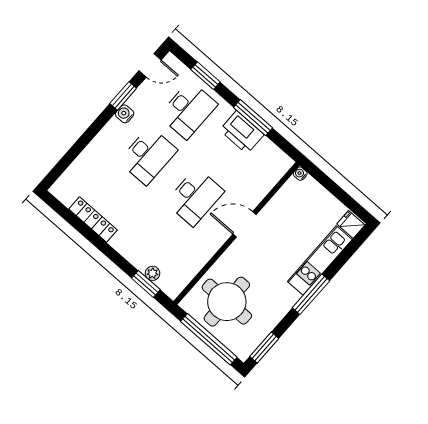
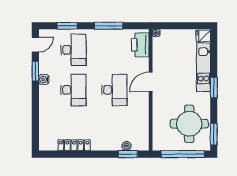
printer: (242, 132) -> (140, 45), moved, turned 90
window: (311, 294) -> (214, 88), width x0.69
round table: (227, 302) -> (189, 124), moved

